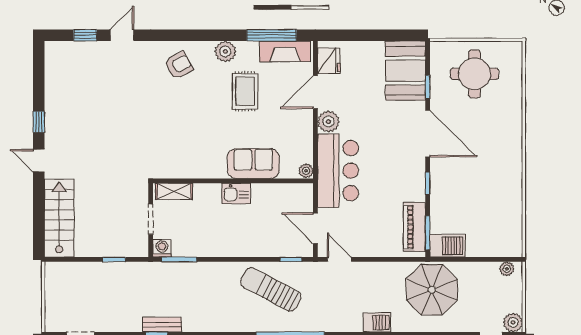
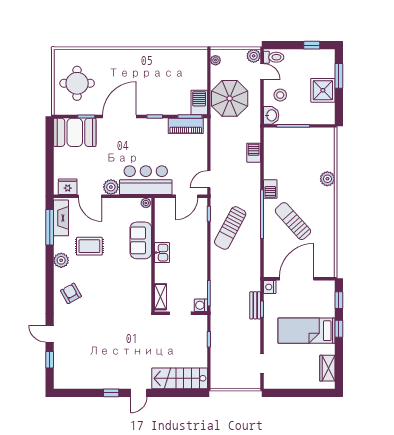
parasol: (432, 290) -> (230, 98), moved

